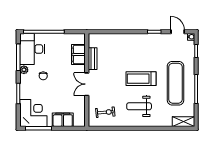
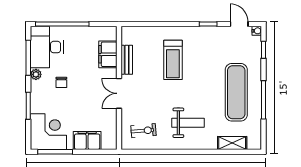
treadmill: (141, 79) -> (173, 60), moved, turned -90
weight bench: (139, 106) -> (188, 123), turned 180
shelving: (183, 122) -> (232, 143), moved

